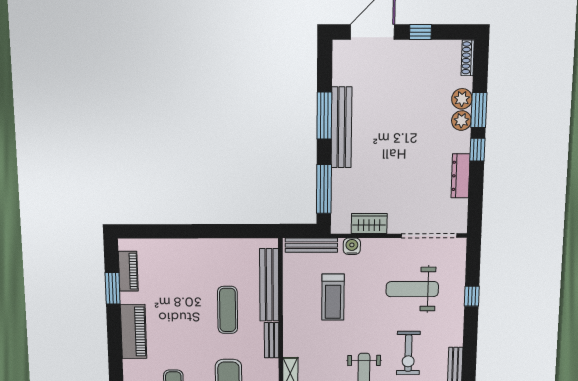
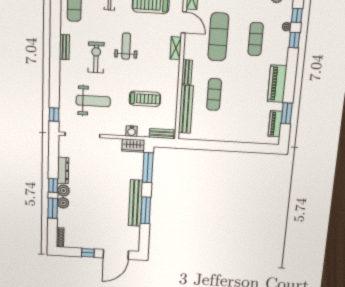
plant: (462, 99) -> (64, 190), moved
wardrobe: (369, 224) -> (133, 146), moved
bench: (311, 245) -> (162, 134), width x0.73
window: (472, 296) -> (54, 115), moved
treadmill: (333, 297) -> (145, 99), turned 90

